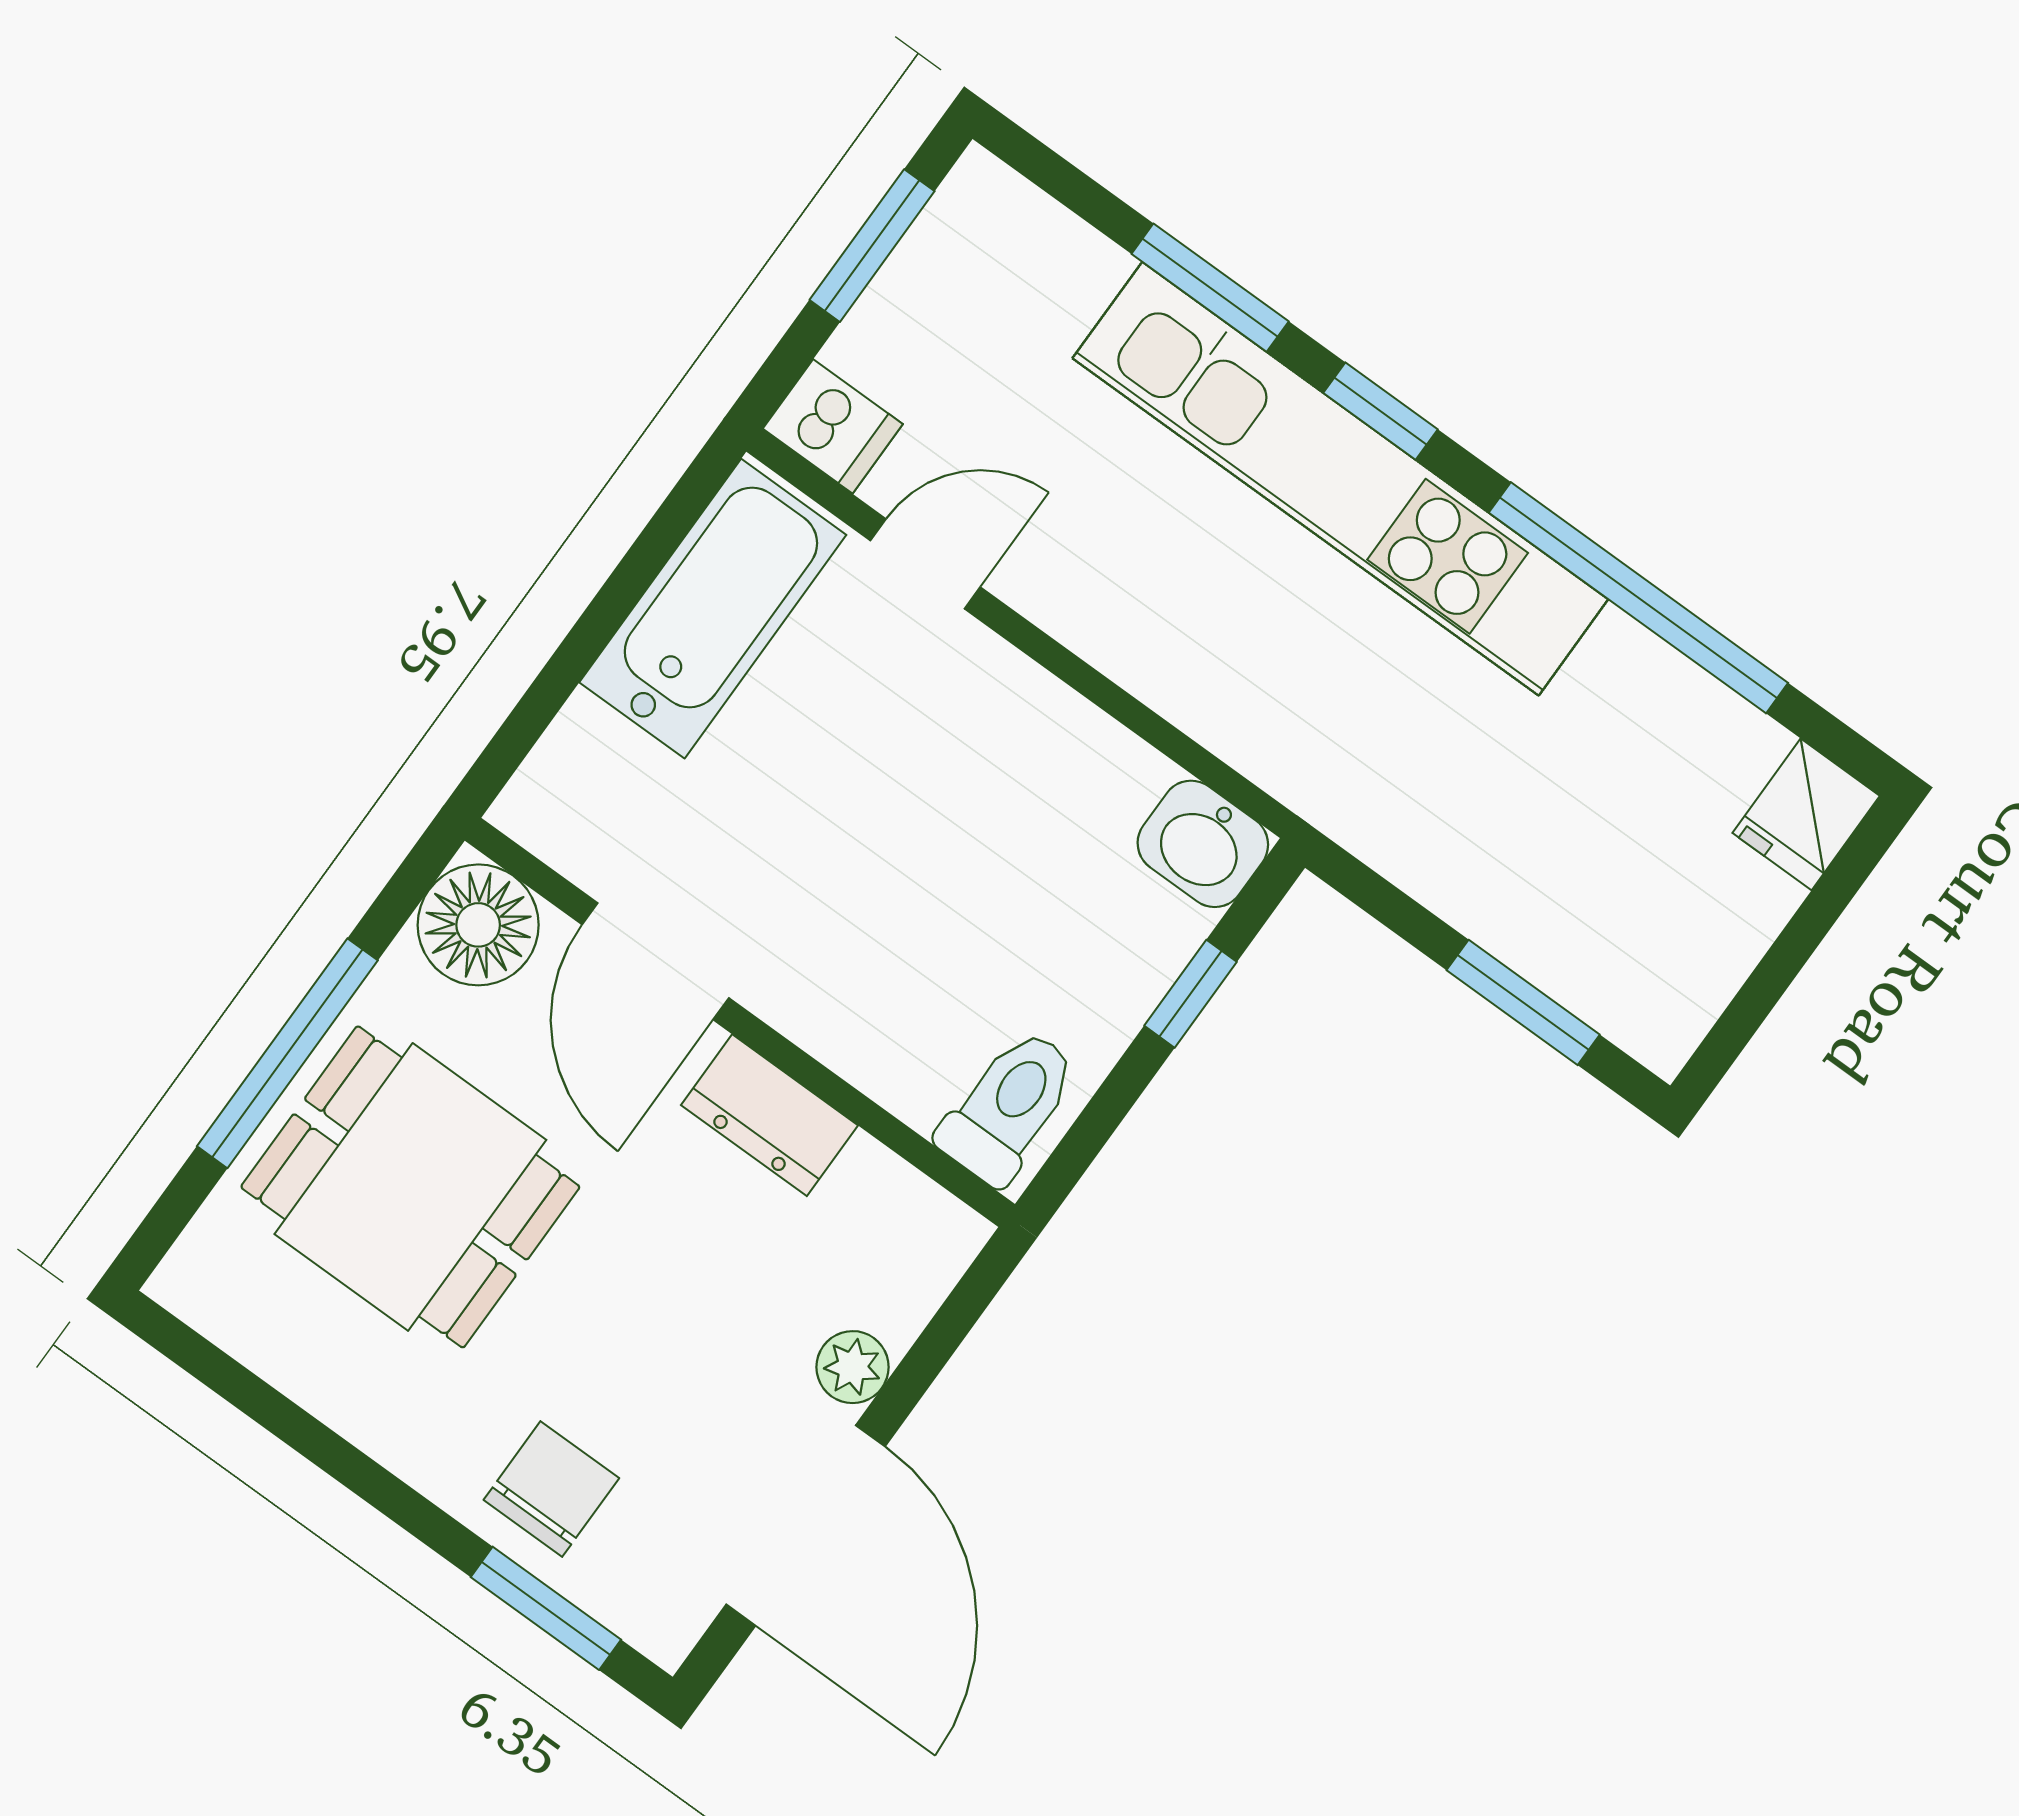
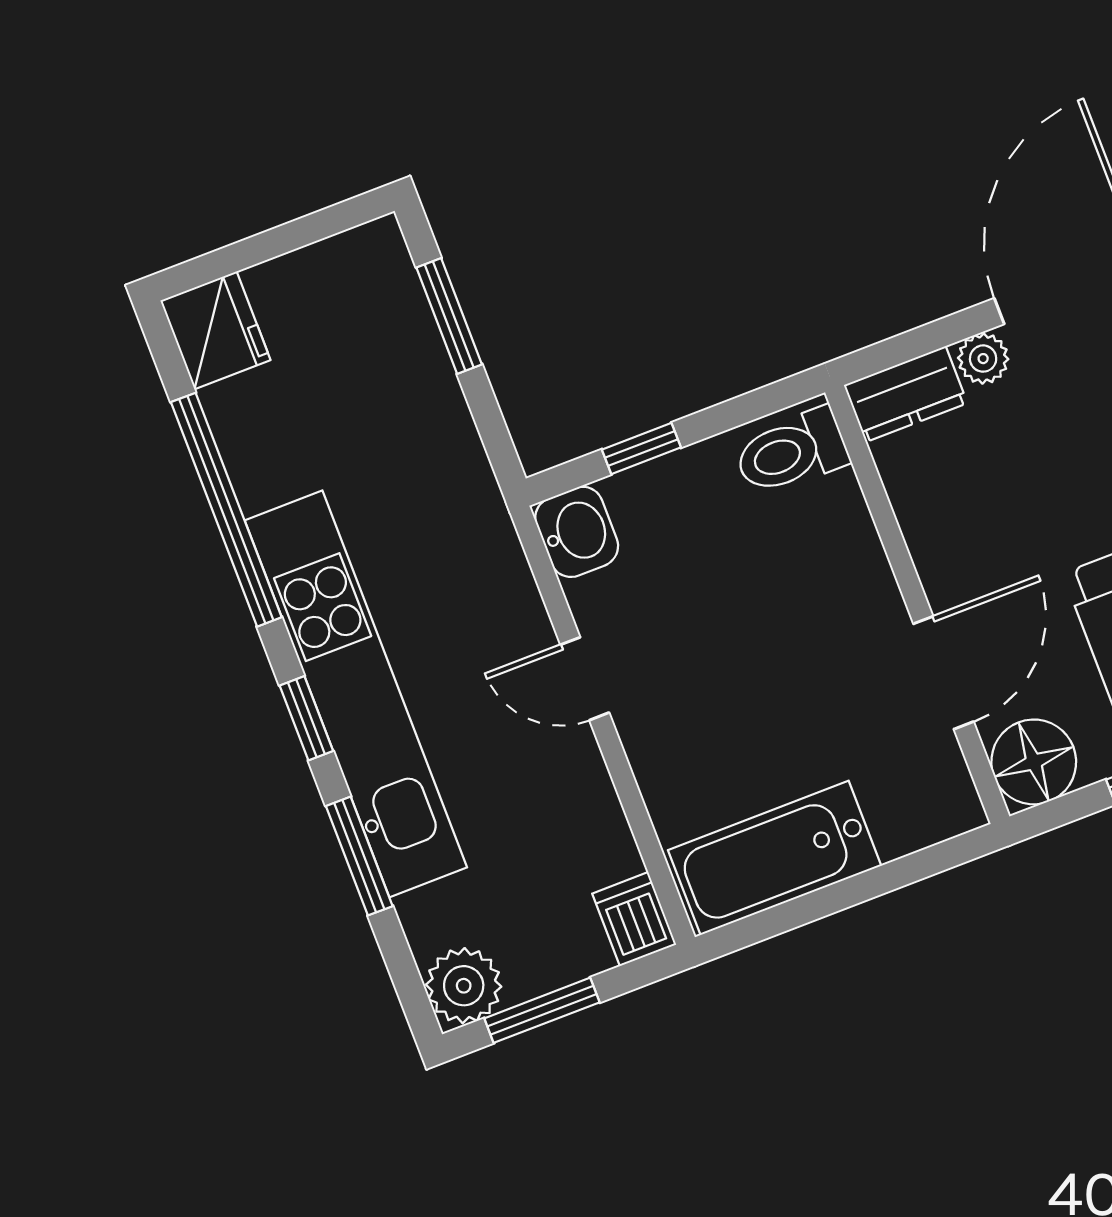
plant: (985, 214) -> (464, 986), added
door: (925, 564) -> (585, 679), moved
fridge: (1806, 814) -> (215, 330), width x1.38
dresser: (770, 1115) -> (906, 394), moved, turned 90

